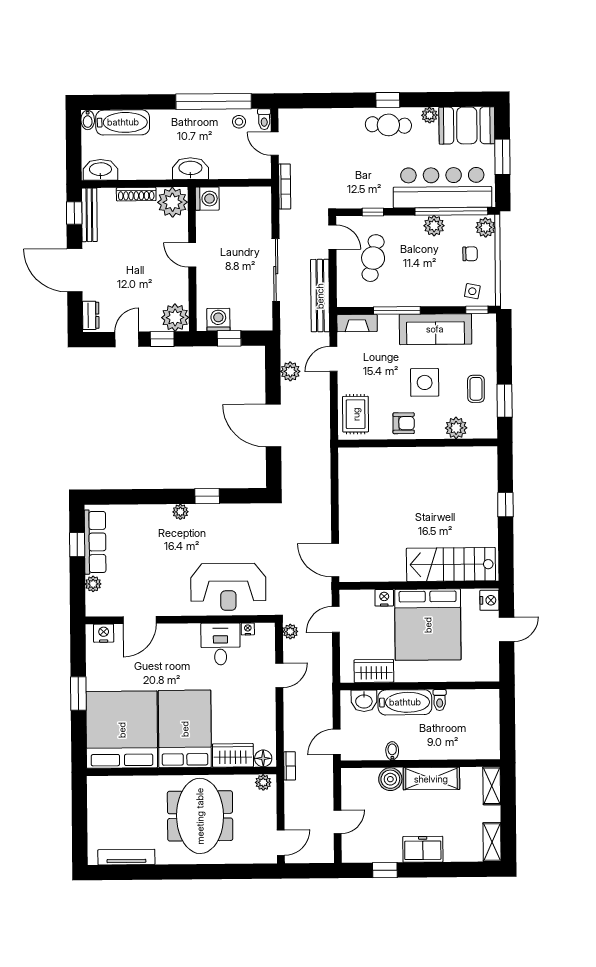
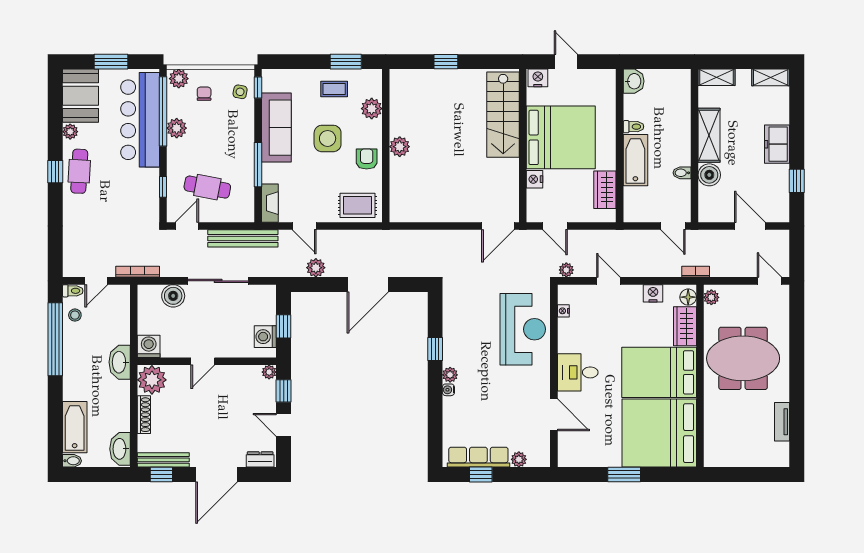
boiler: (260, 224) -> (173, 296), added
plant: (175, 317) -> (269, 372), width x0.53, depth x0.53
plant: (417, 457) -> (400, 147), added
water cooler: (165, 510) -> (448, 390), added
nightstand: (104, 633) -> (653, 293), moved, turned 90
desk: (221, 644) -> (578, 372), moved
washbasin: (364, 701) -> (634, 81), moved
door: (338, 822) -> (750, 226), width x1.38
tv unit: (126, 857) -> (782, 422), width x0.71

